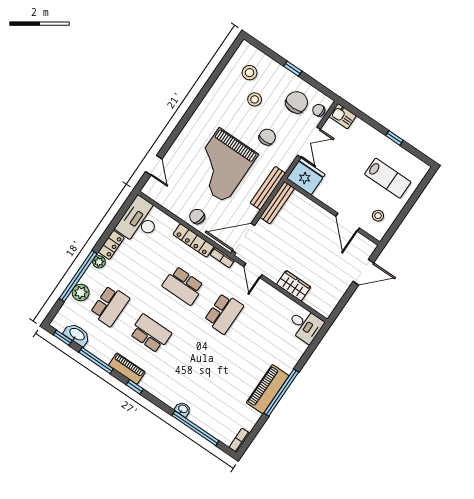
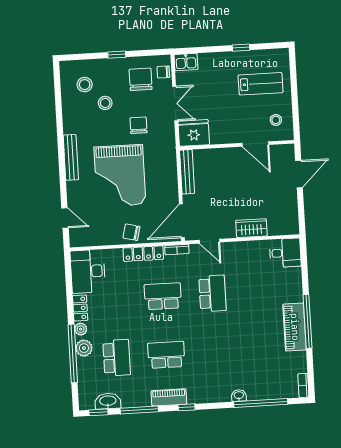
bench: (268, 188) -> (71, 157), moved
school desk: (183, 286) -> (163, 296), turned 180
plant: (81, 293) -> (84, 348), moved

